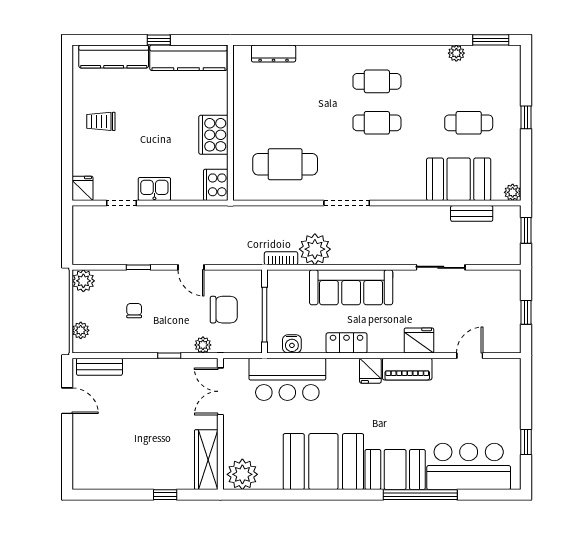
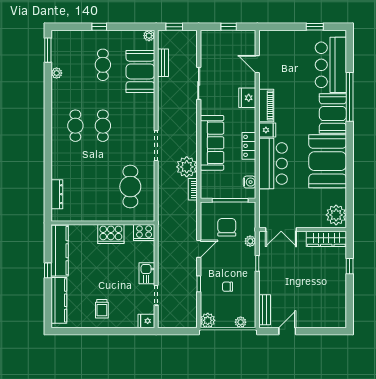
bar counter: (287, 379) -> (273, 164), moved

